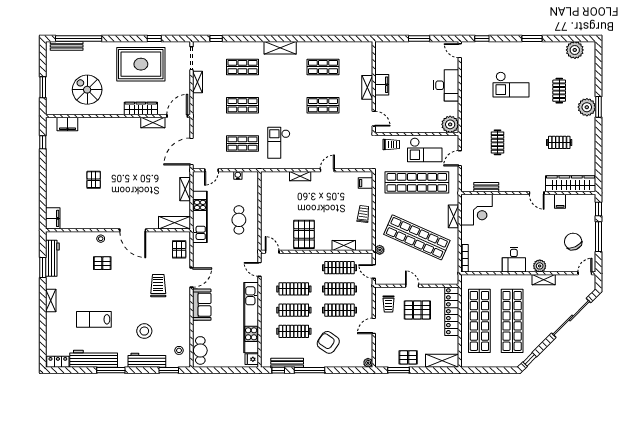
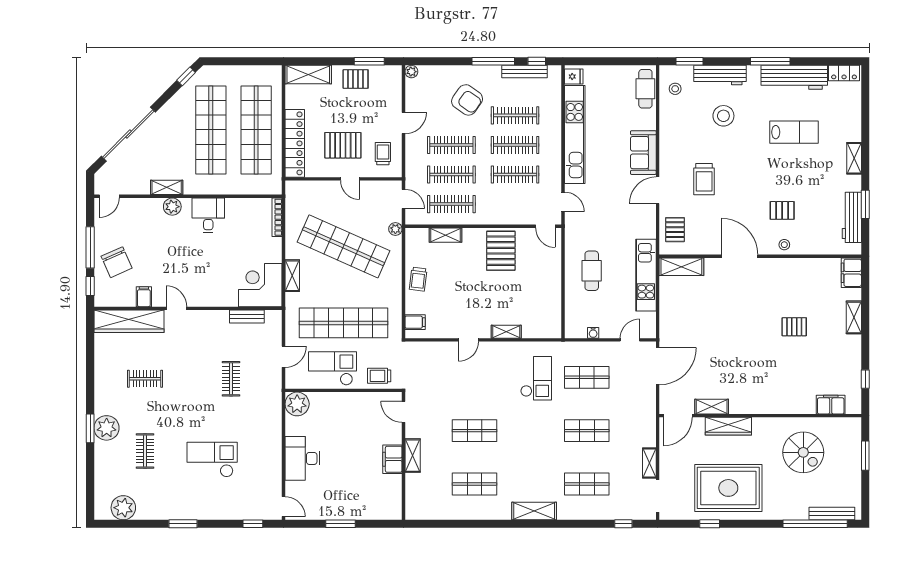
pallet: (94, 180) -> (794, 327), turned 90
shelving: (185, 189) -> (854, 317), moved
chair: (573, 242) -> (117, 262), moved

